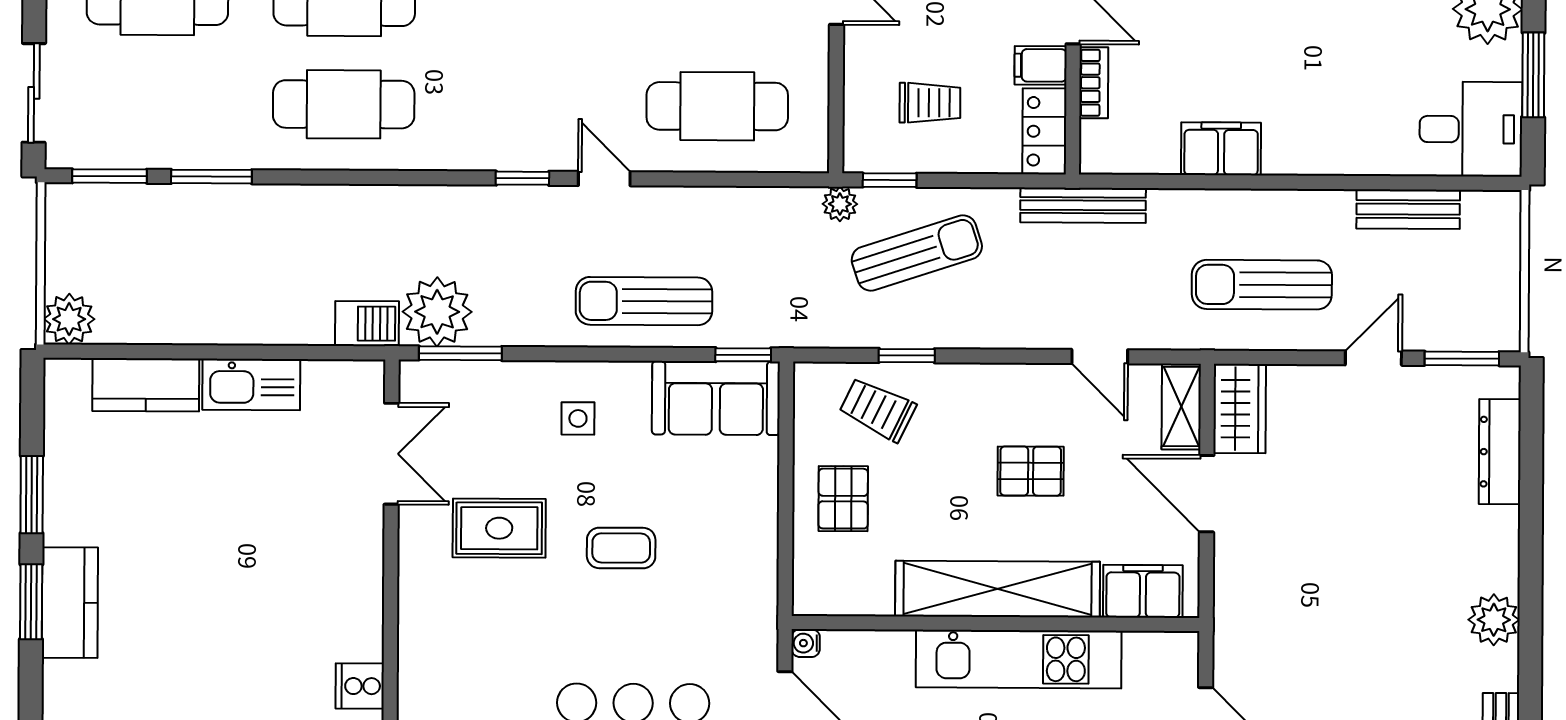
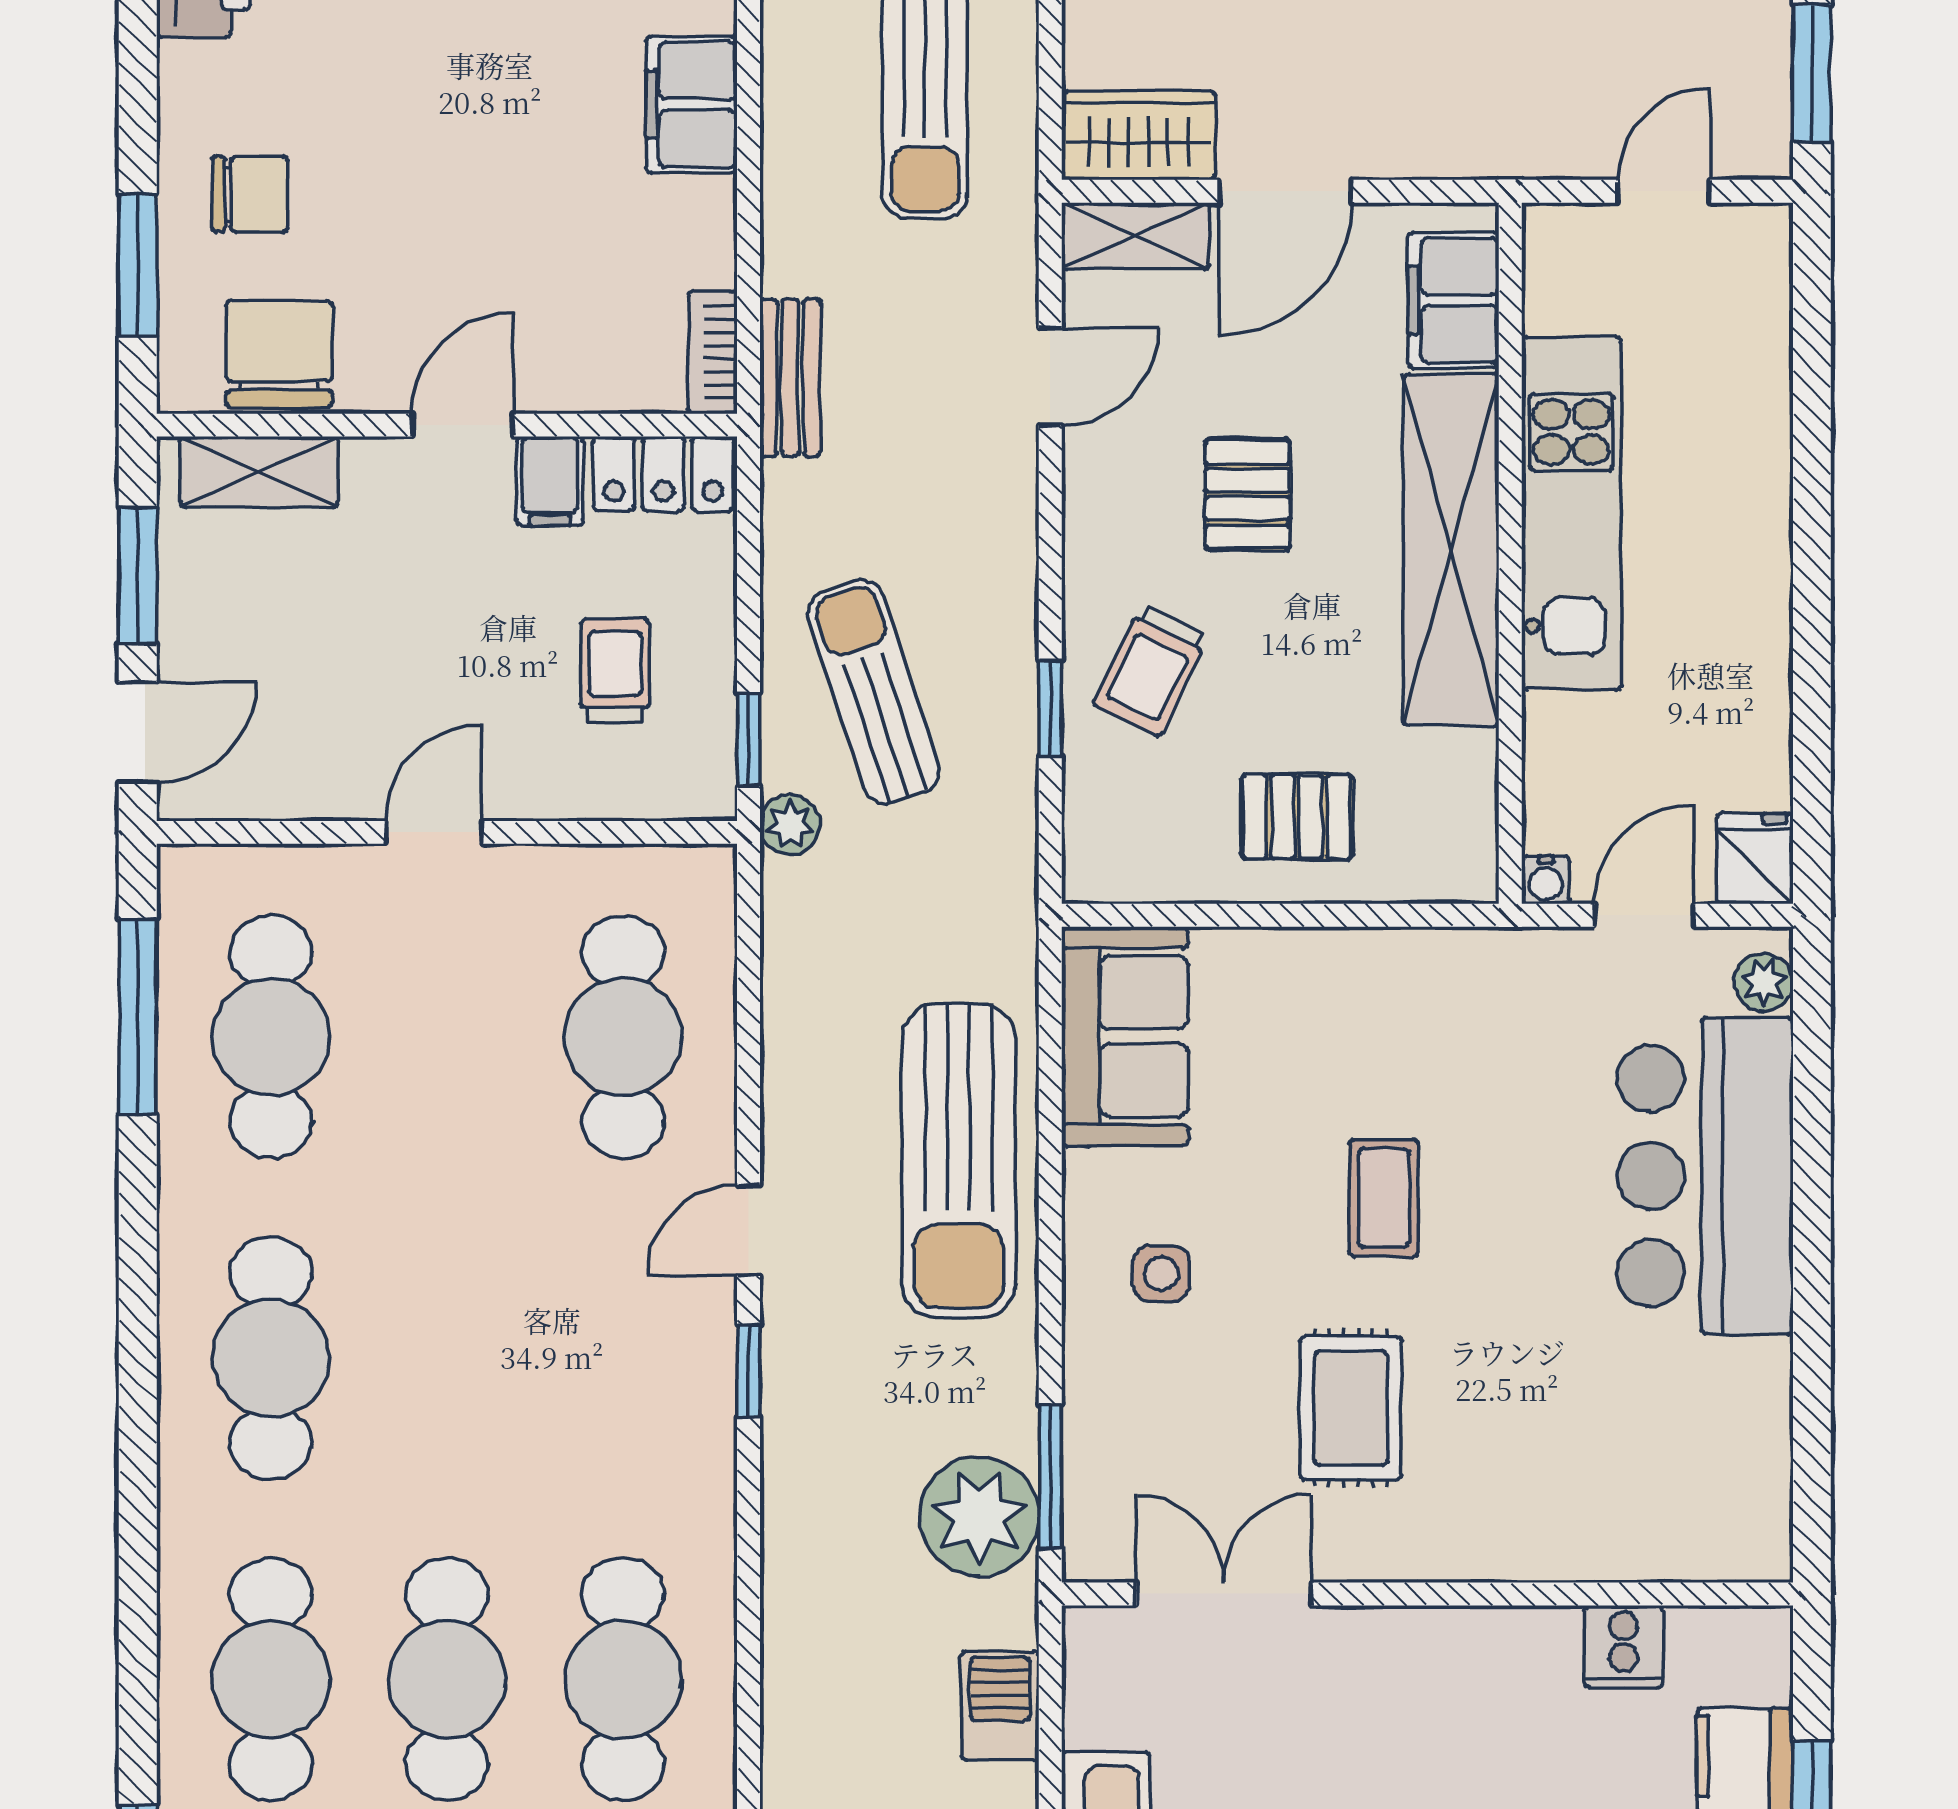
bookcase: (1094, 83) -> (713, 352), moved, turned -90
filing cabinet: (1221, 149) -> (692, 105), moved
bench: (1083, 205) -> (790, 378), width x0.73
sun lounger: (644, 301) -> (959, 1161), width x1.36, depth x1.34
barbecue: (367, 324) -> (1000, 1706), moved
window: (743, 355) -> (1050, 990), removed
trolley: (878, 409) -> (1151, 670), moved

